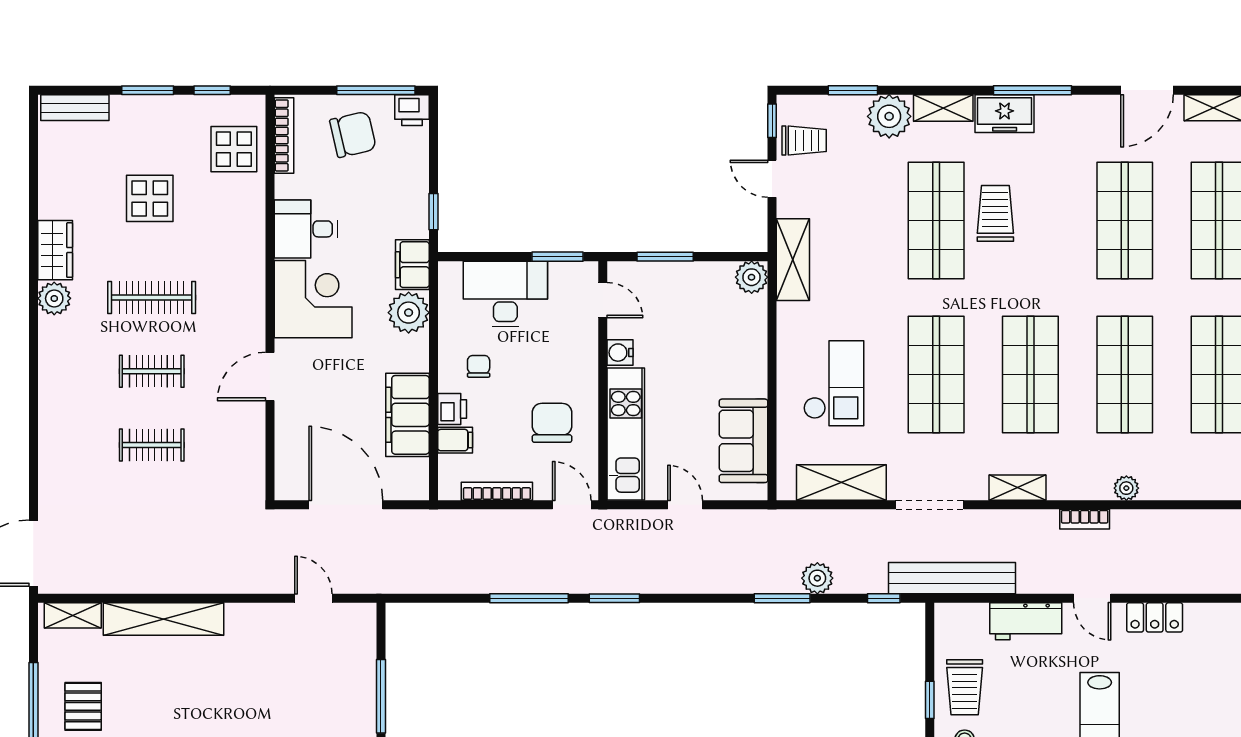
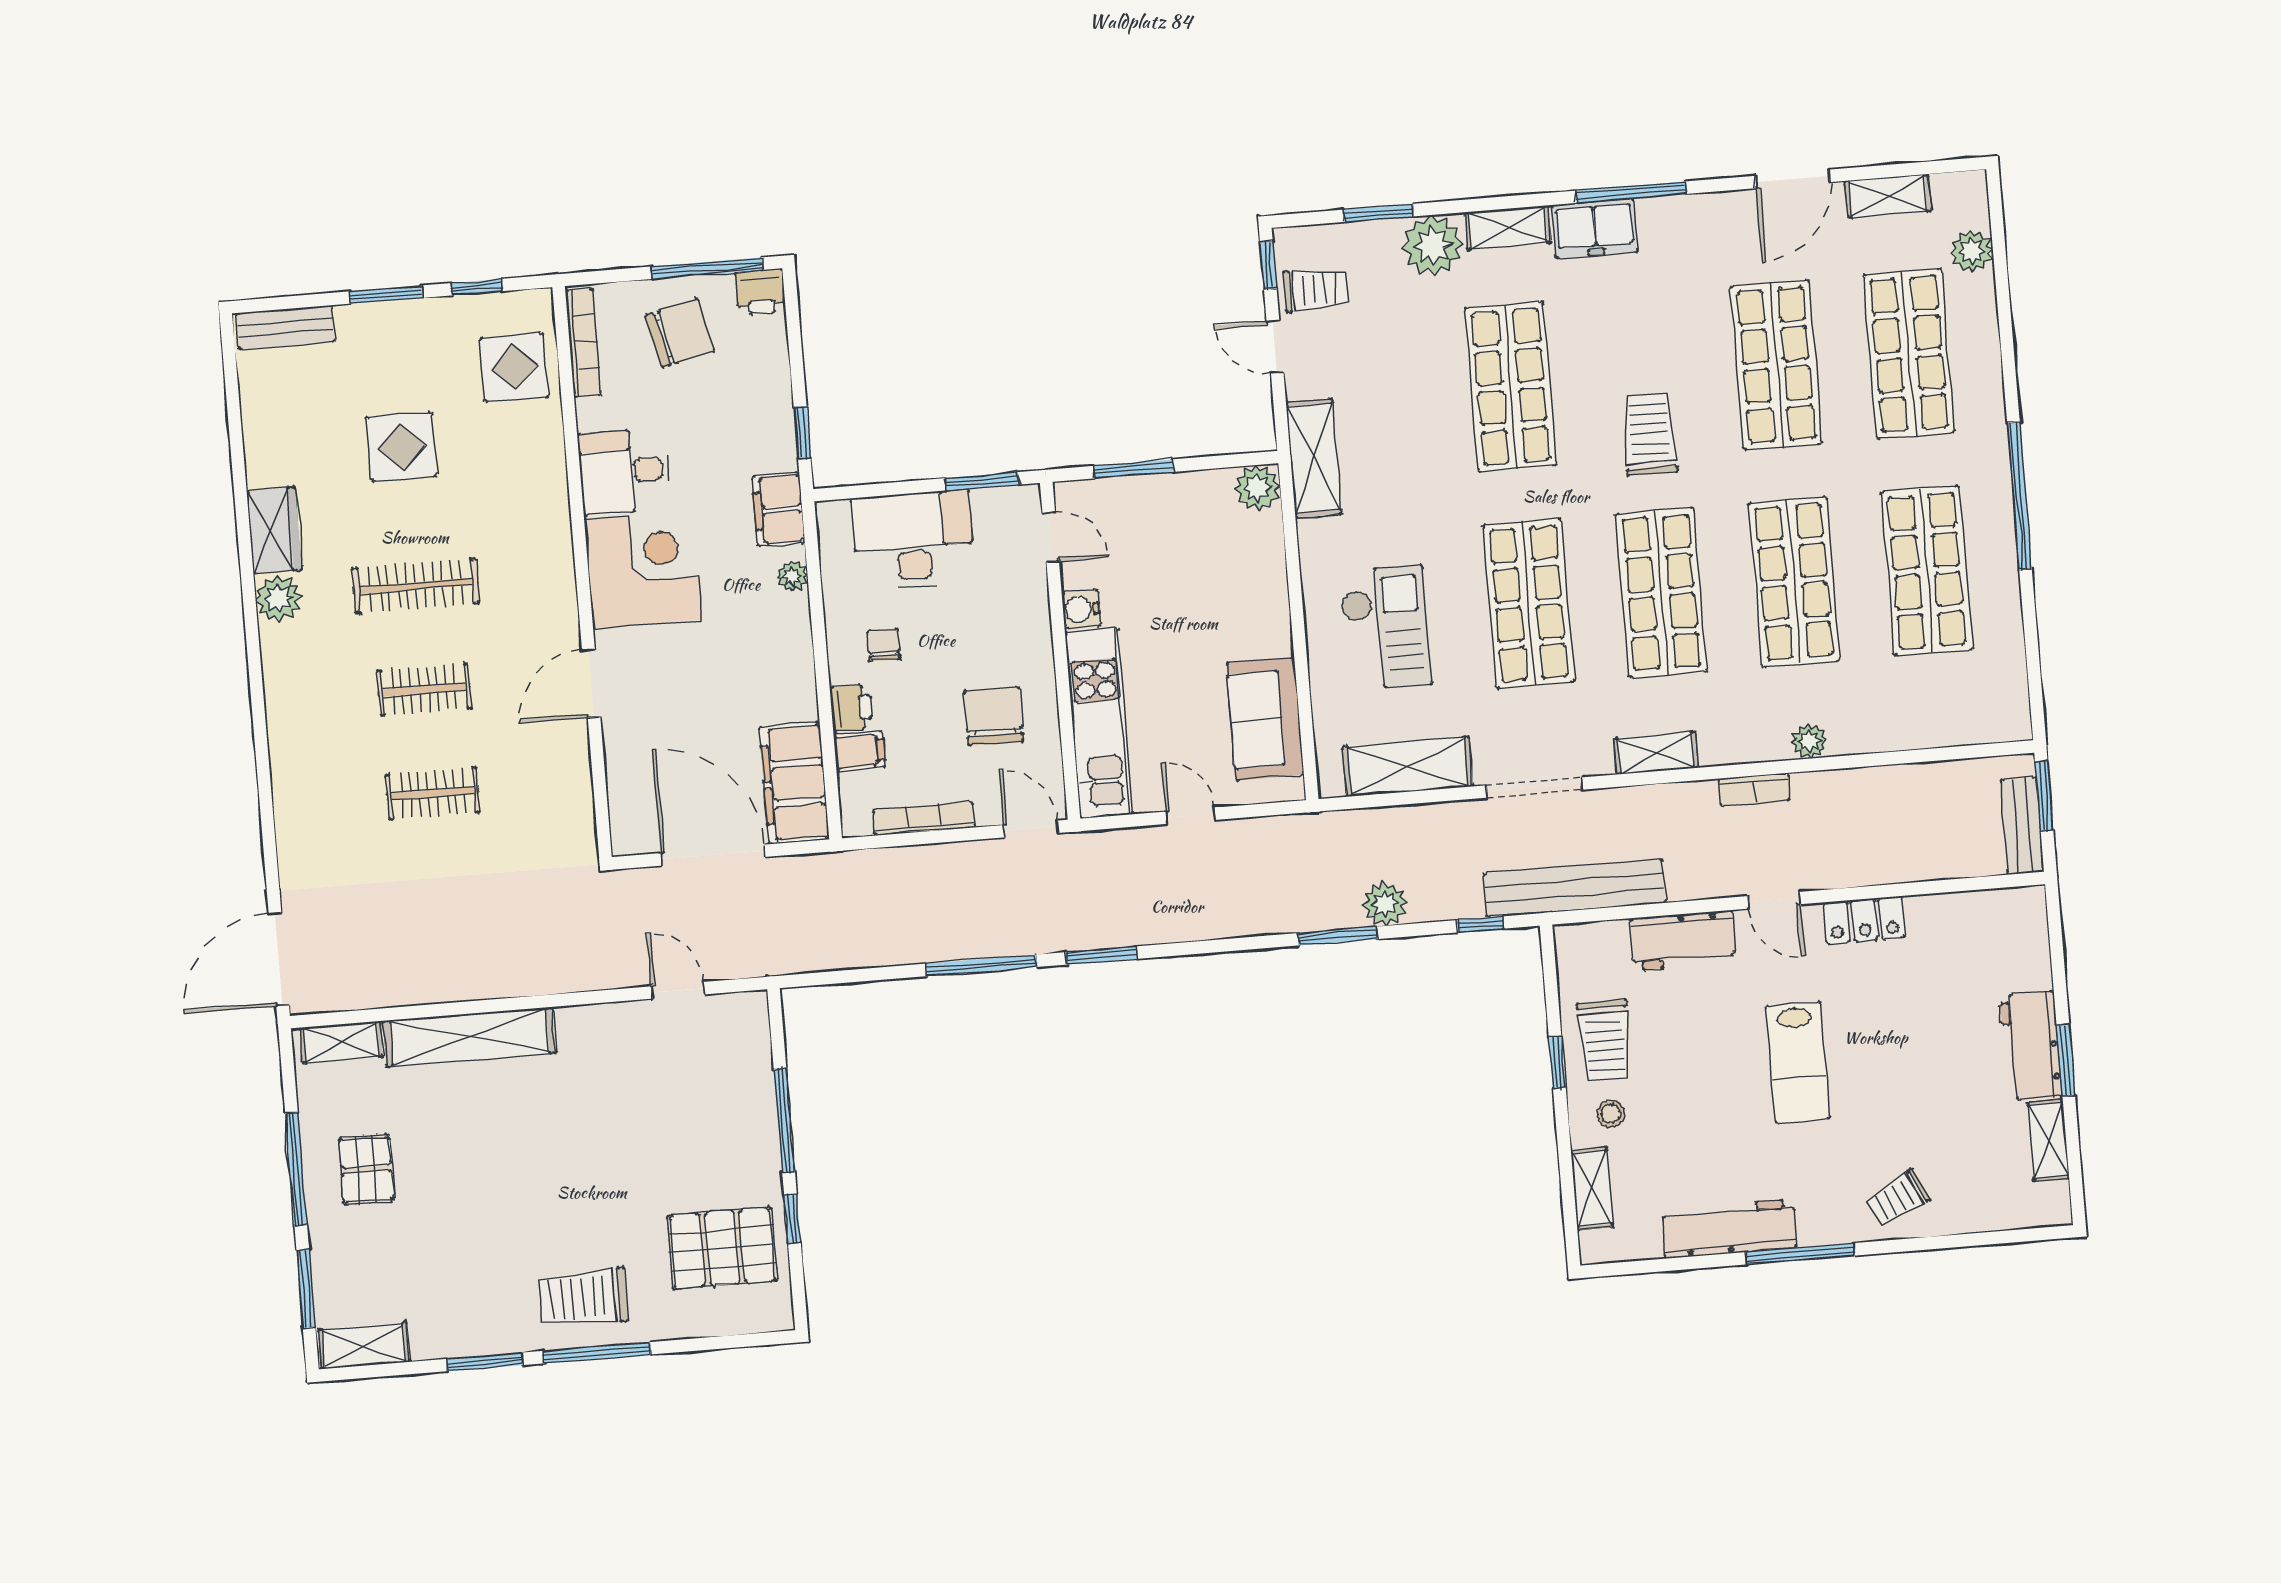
trolley: (995, 213) -> (1649, 435), moved
plant: (409, 313) -> (792, 576), width x0.53, depth x0.53
filing cabinet: (407, 415) -> (794, 783), moved

